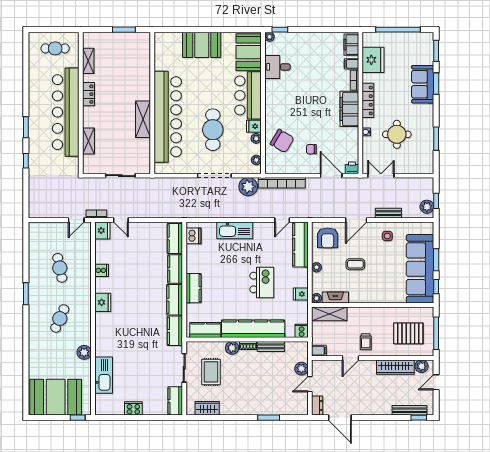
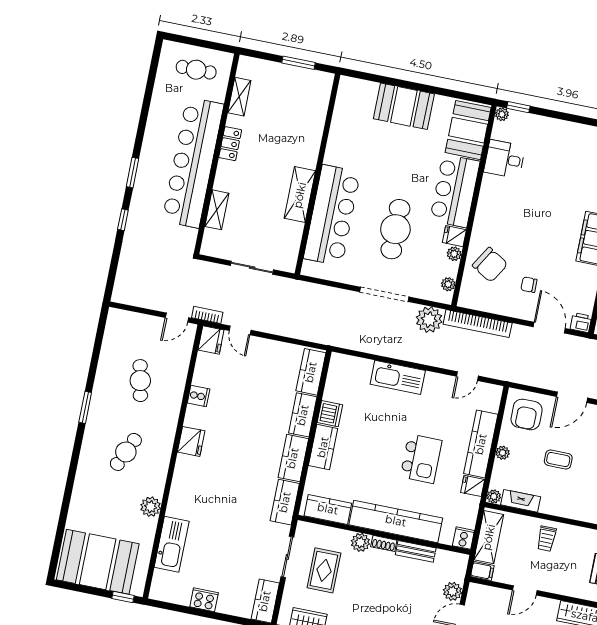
bar counter: (168, 117) -> (332, 215), width x0.73
dishwasher: (193, 236) -> (330, 414), moved
kitchen counter: (300, 244) -> (481, 444), moved
shelving: (329, 314) -> (489, 537), moved, turned 90
trolley: (366, 342) -> (546, 539), moved

